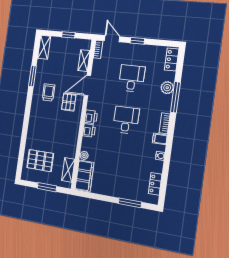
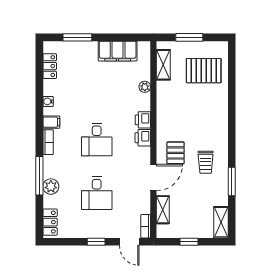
filing cabinet: (84, 176) -> (118, 51), moved, turned -90

